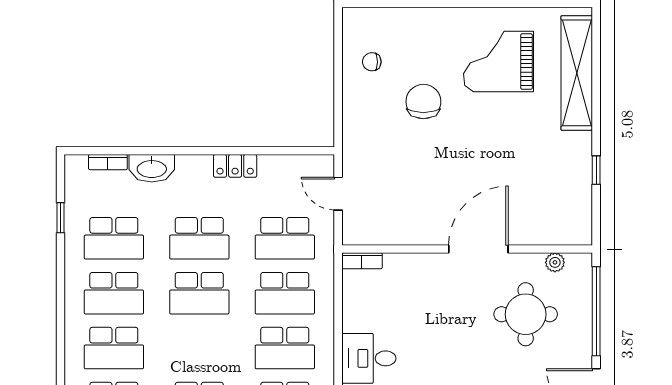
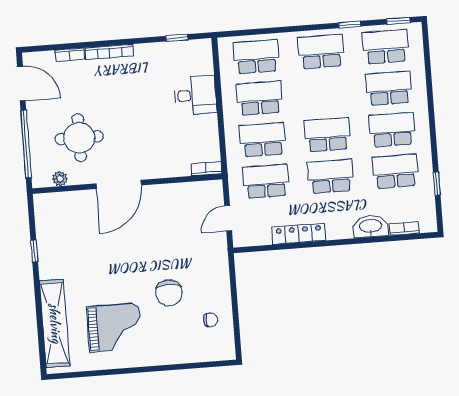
locker: (235, 166) -> (299, 234), width x1.53
door: (338, 194) -> (228, 218), swing flipped

